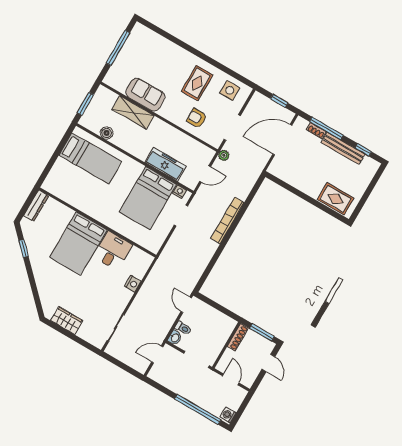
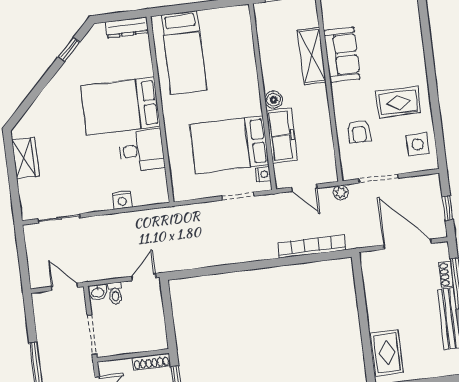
armchair: (197, 118) -> (359, 131), turned 180
boiler: (107, 133) -> (273, 100), moved
bed: (90, 158) -> (184, 53), moved
bookcase: (227, 220) -> (312, 247), moved

